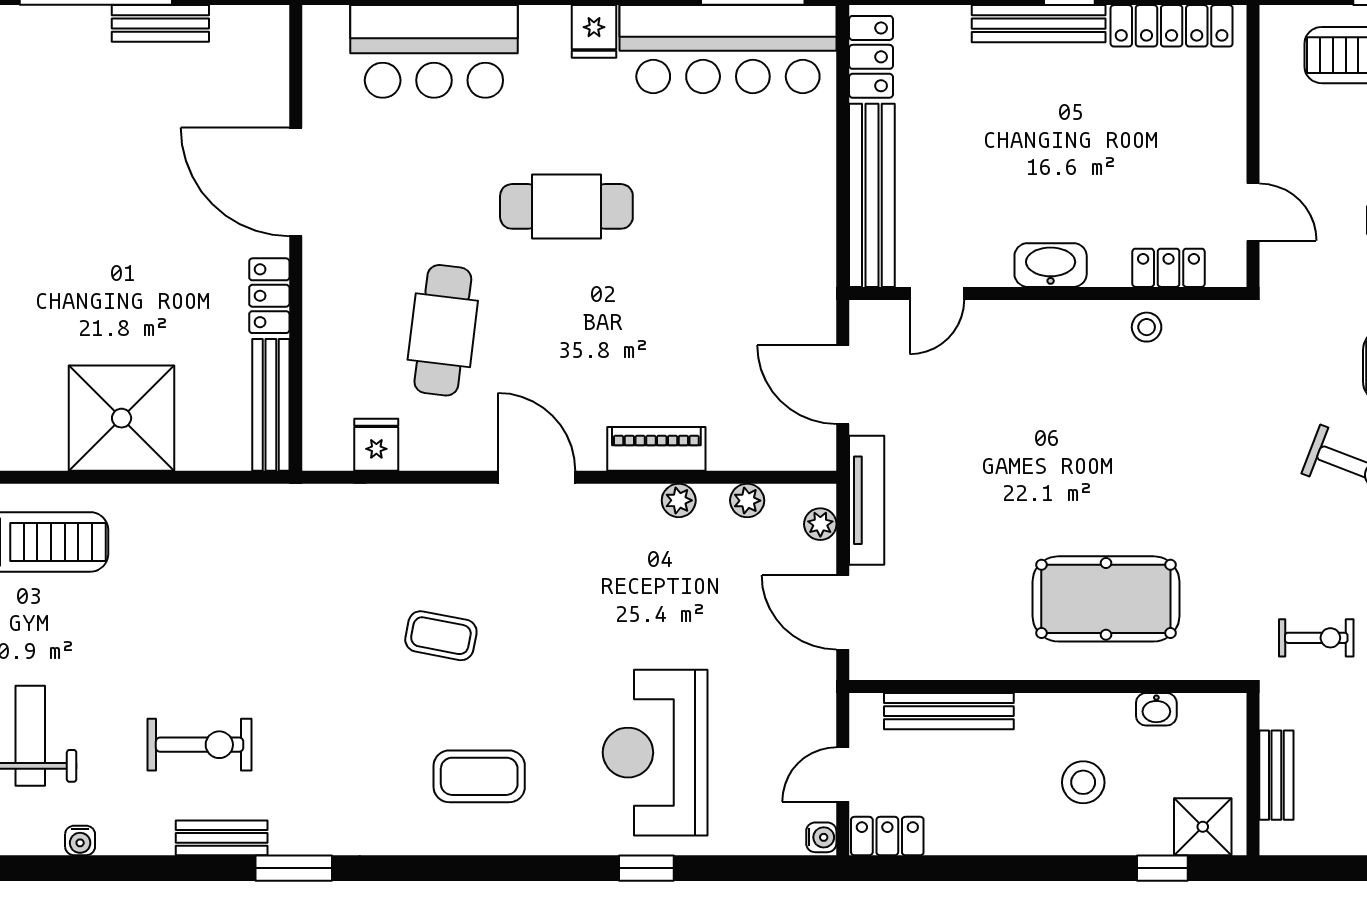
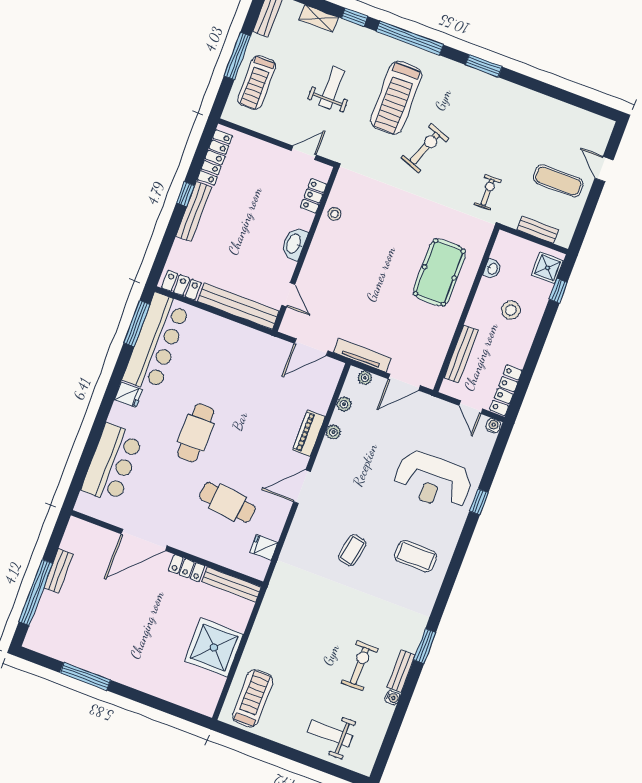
coffee table: (479, 776) -> (416, 556), turned 90
locker: (887, 836) -> (506, 390), width x1.53
water cooler: (80, 840) -> (392, 698), moved

